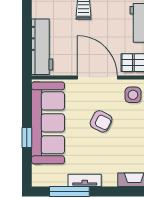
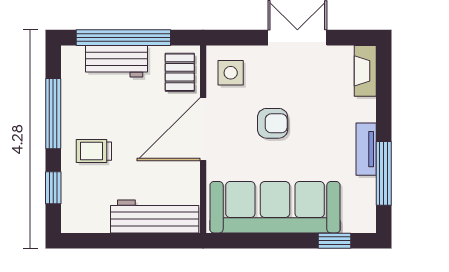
armchair: (101, 121) -> (273, 123), turned 63
window: (27, 138) -> (334, 241), moved

